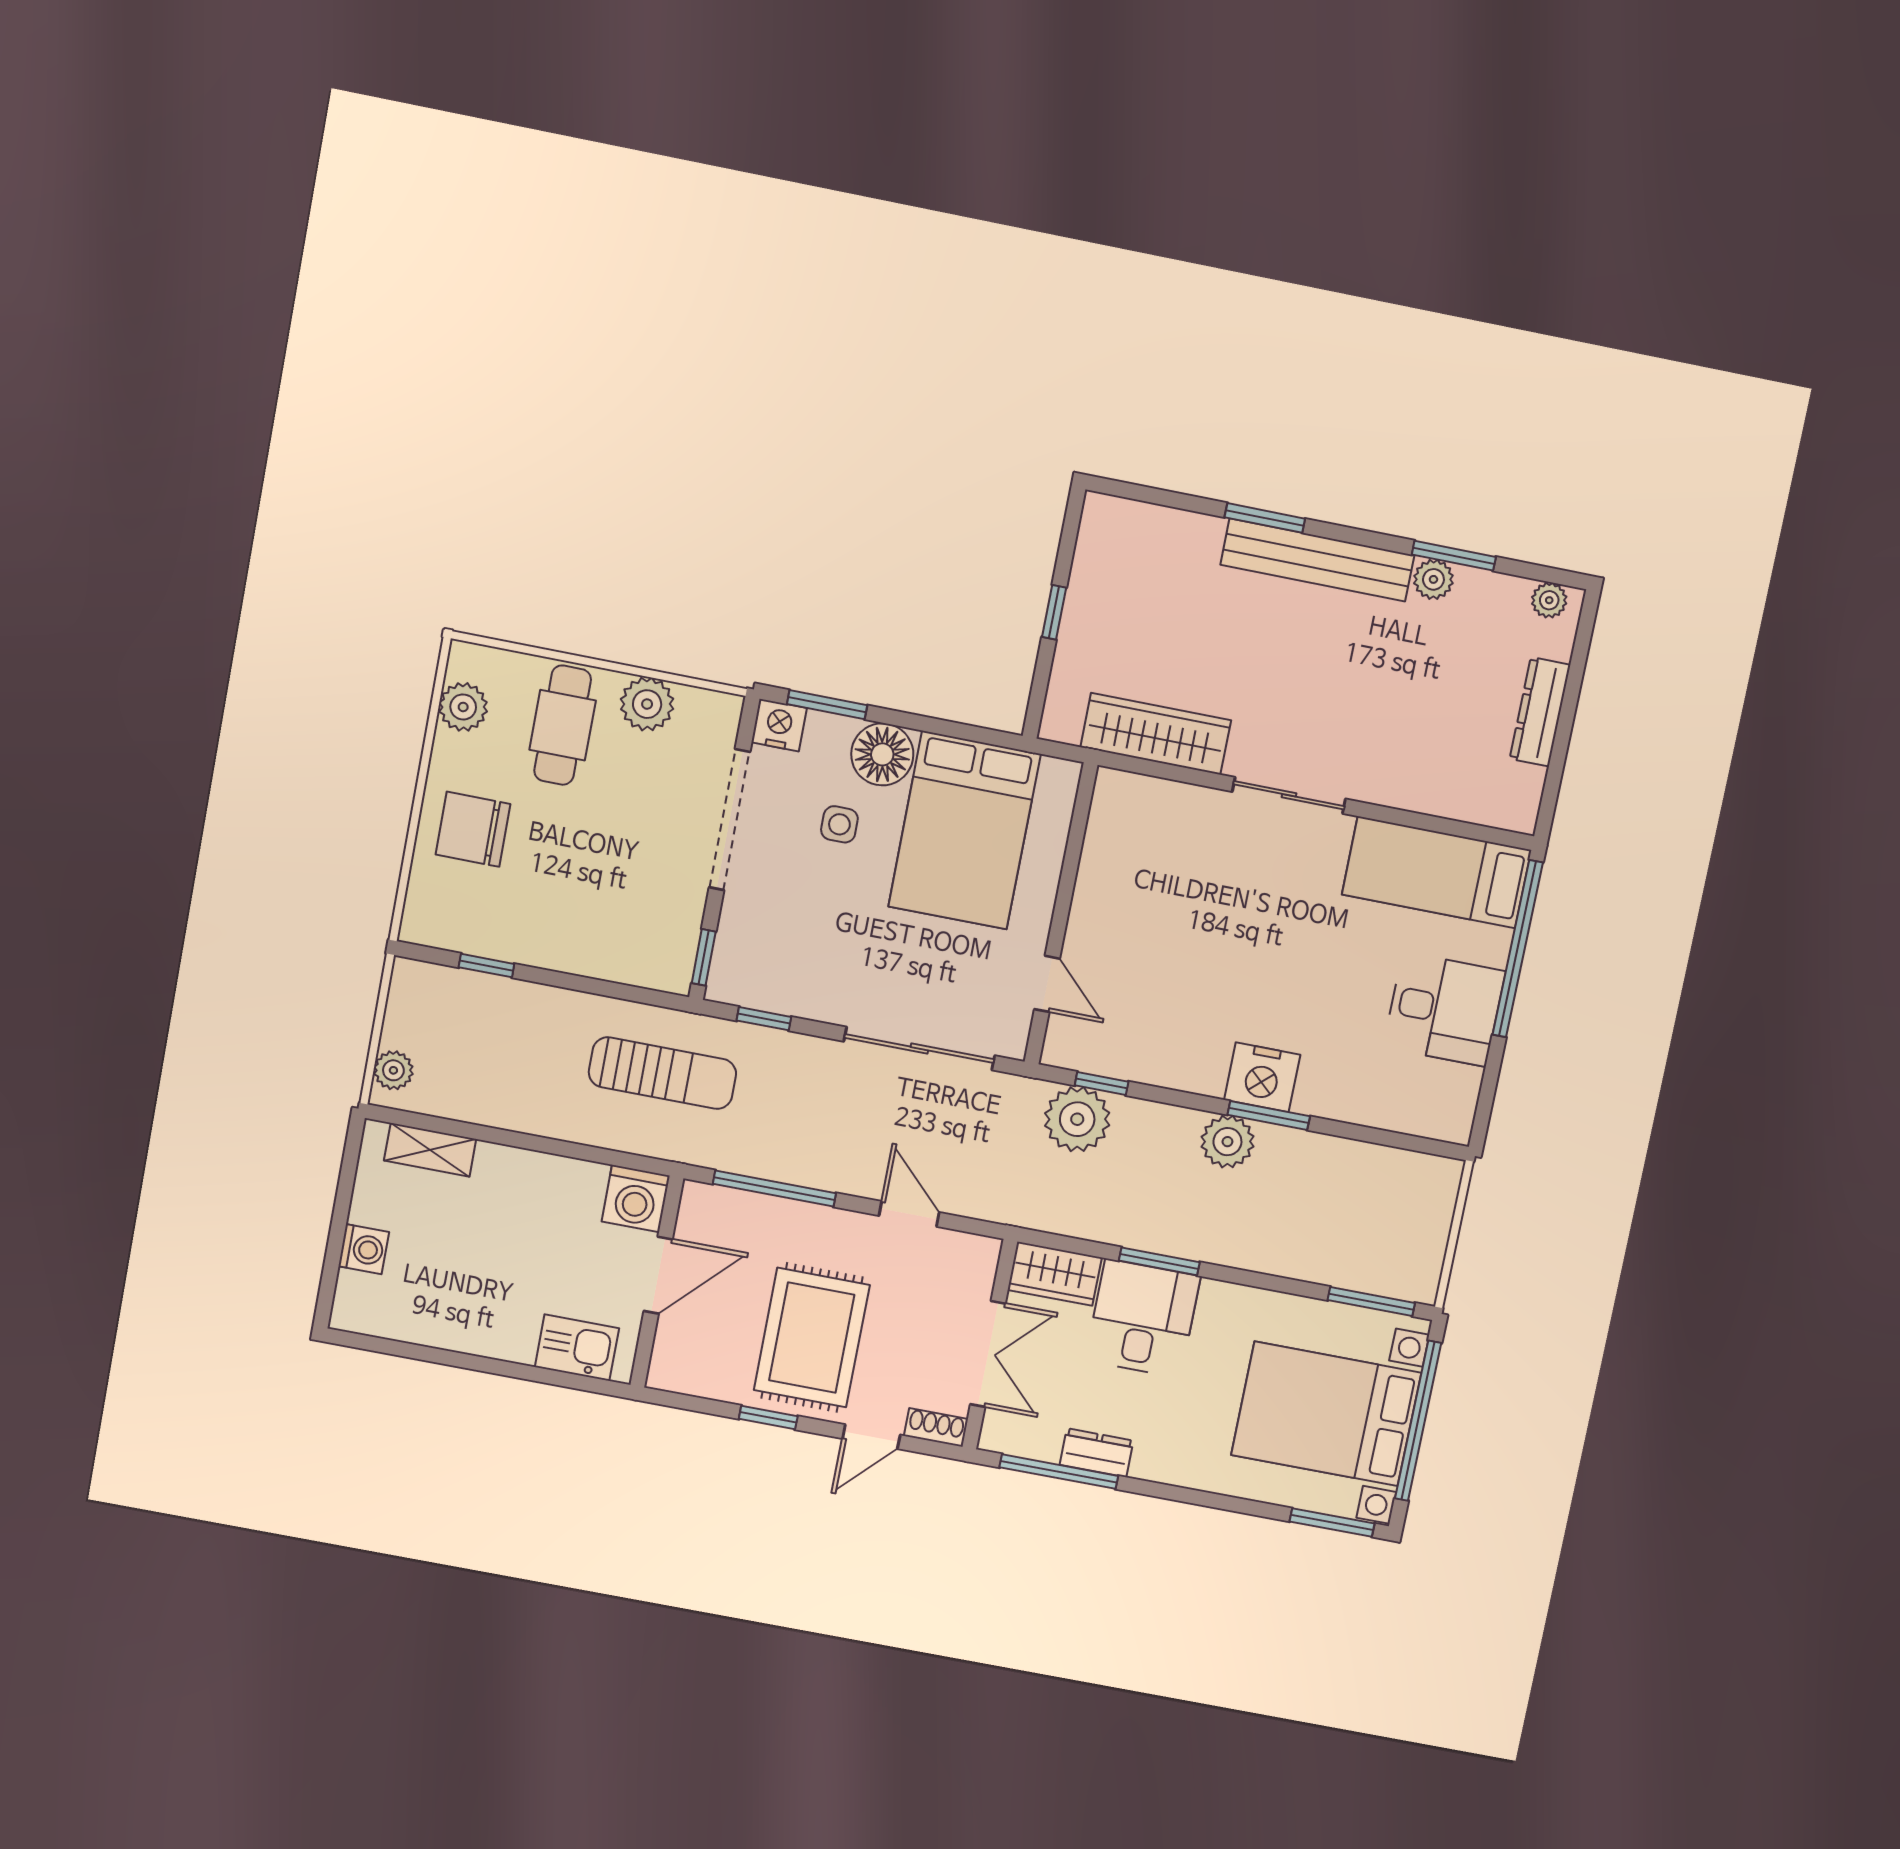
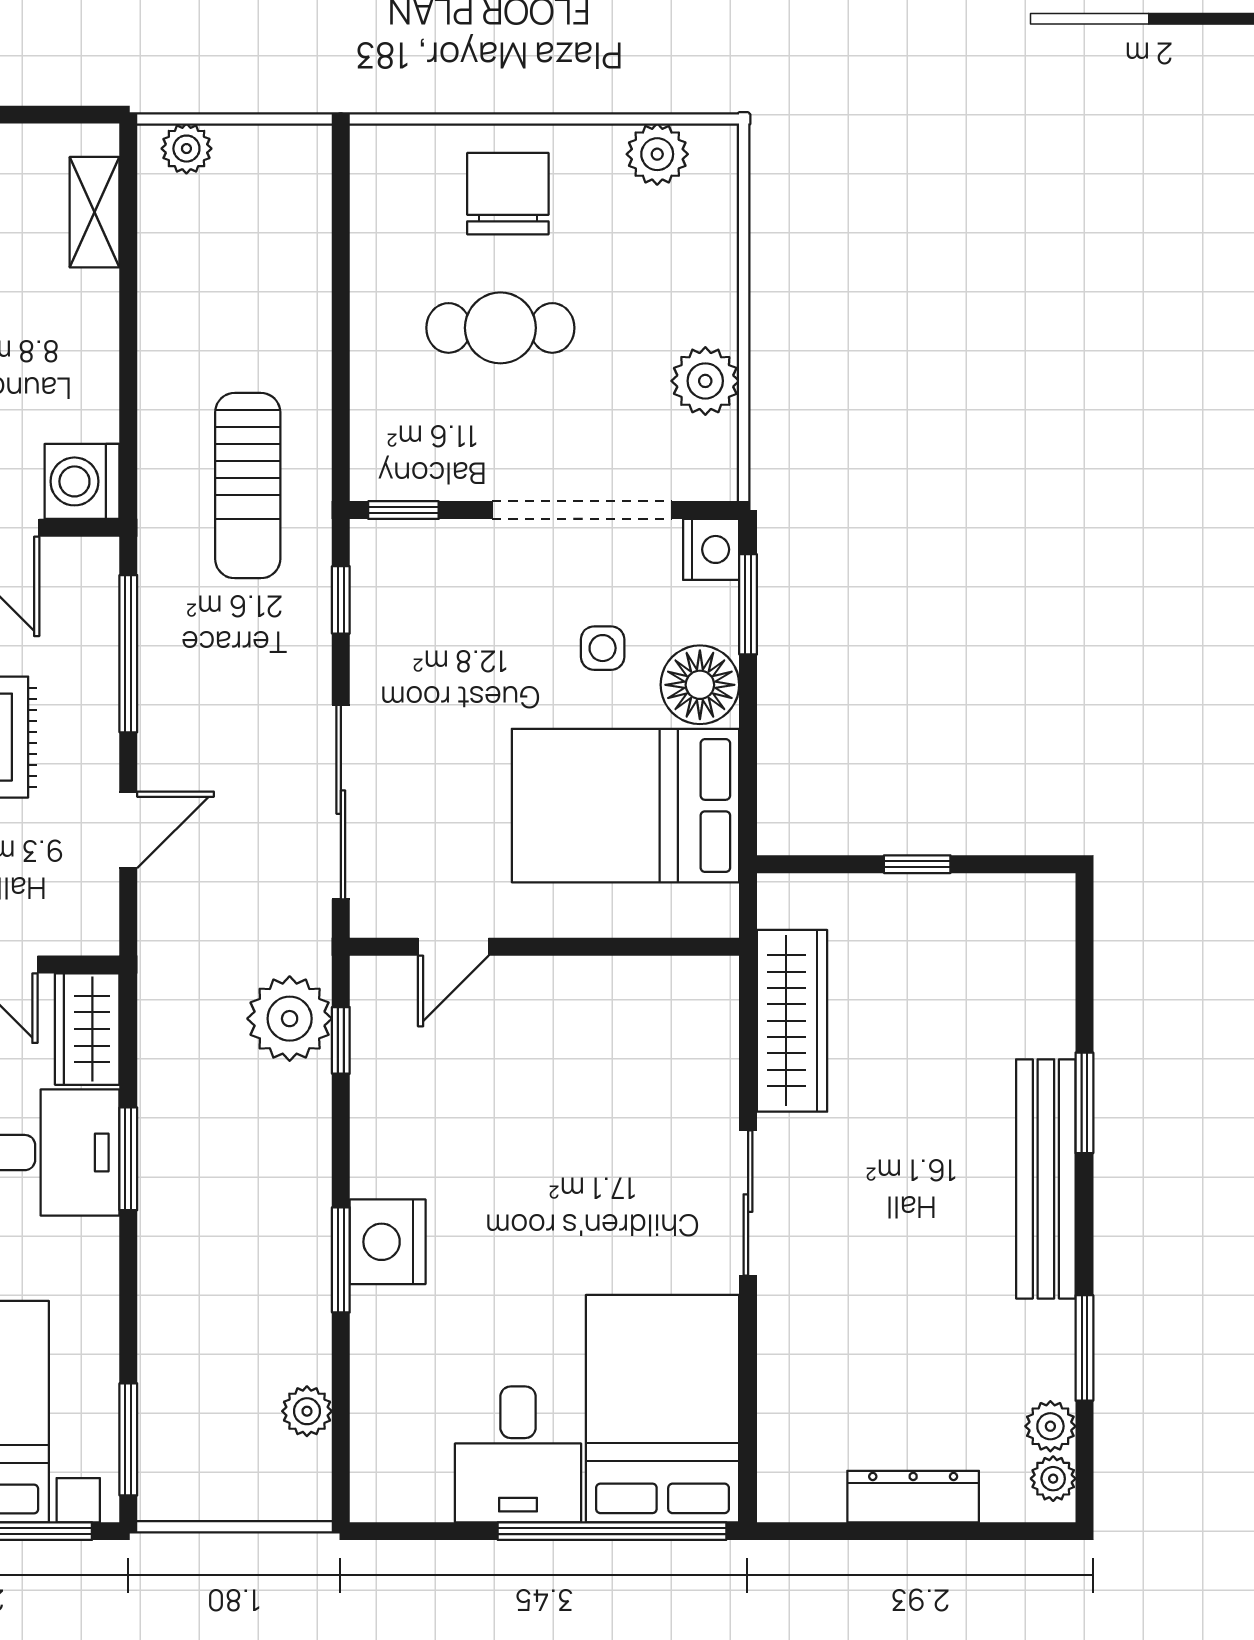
plant: (1433, 579) -> (1050, 1426), moved
cafe table: (563, 725) -> (500, 328), moved
bed: (1437, 872) -> (662, 1409), width x1.50
window: (486, 966) -> (341, 241), removed
plant: (1227, 1142) -> (307, 1411), moved, width x0.73, depth x0.73

